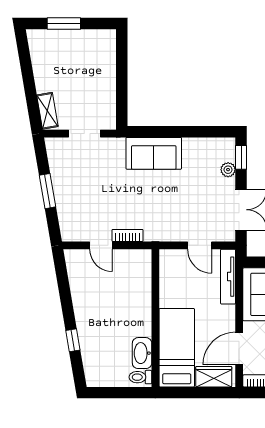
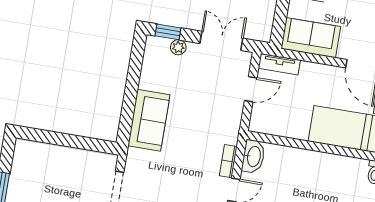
tv unit: (228, 277) -> (279, 64), width x0.71
washbasin: (142, 353) -> (253, 156), moved, turned -90

